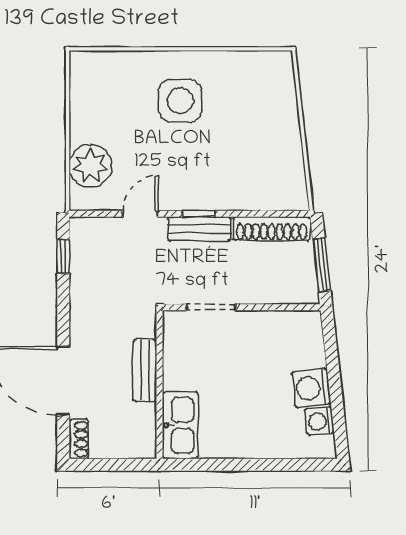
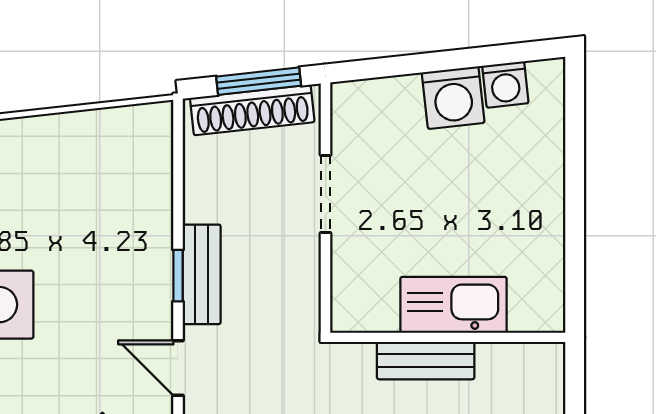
shoe rack: (272, 229) -> (252, 110), moved, turned 84
doorway: (211, 307) -> (326, 194), moved
kitchen sink: (180, 425) -> (454, 305), moved

